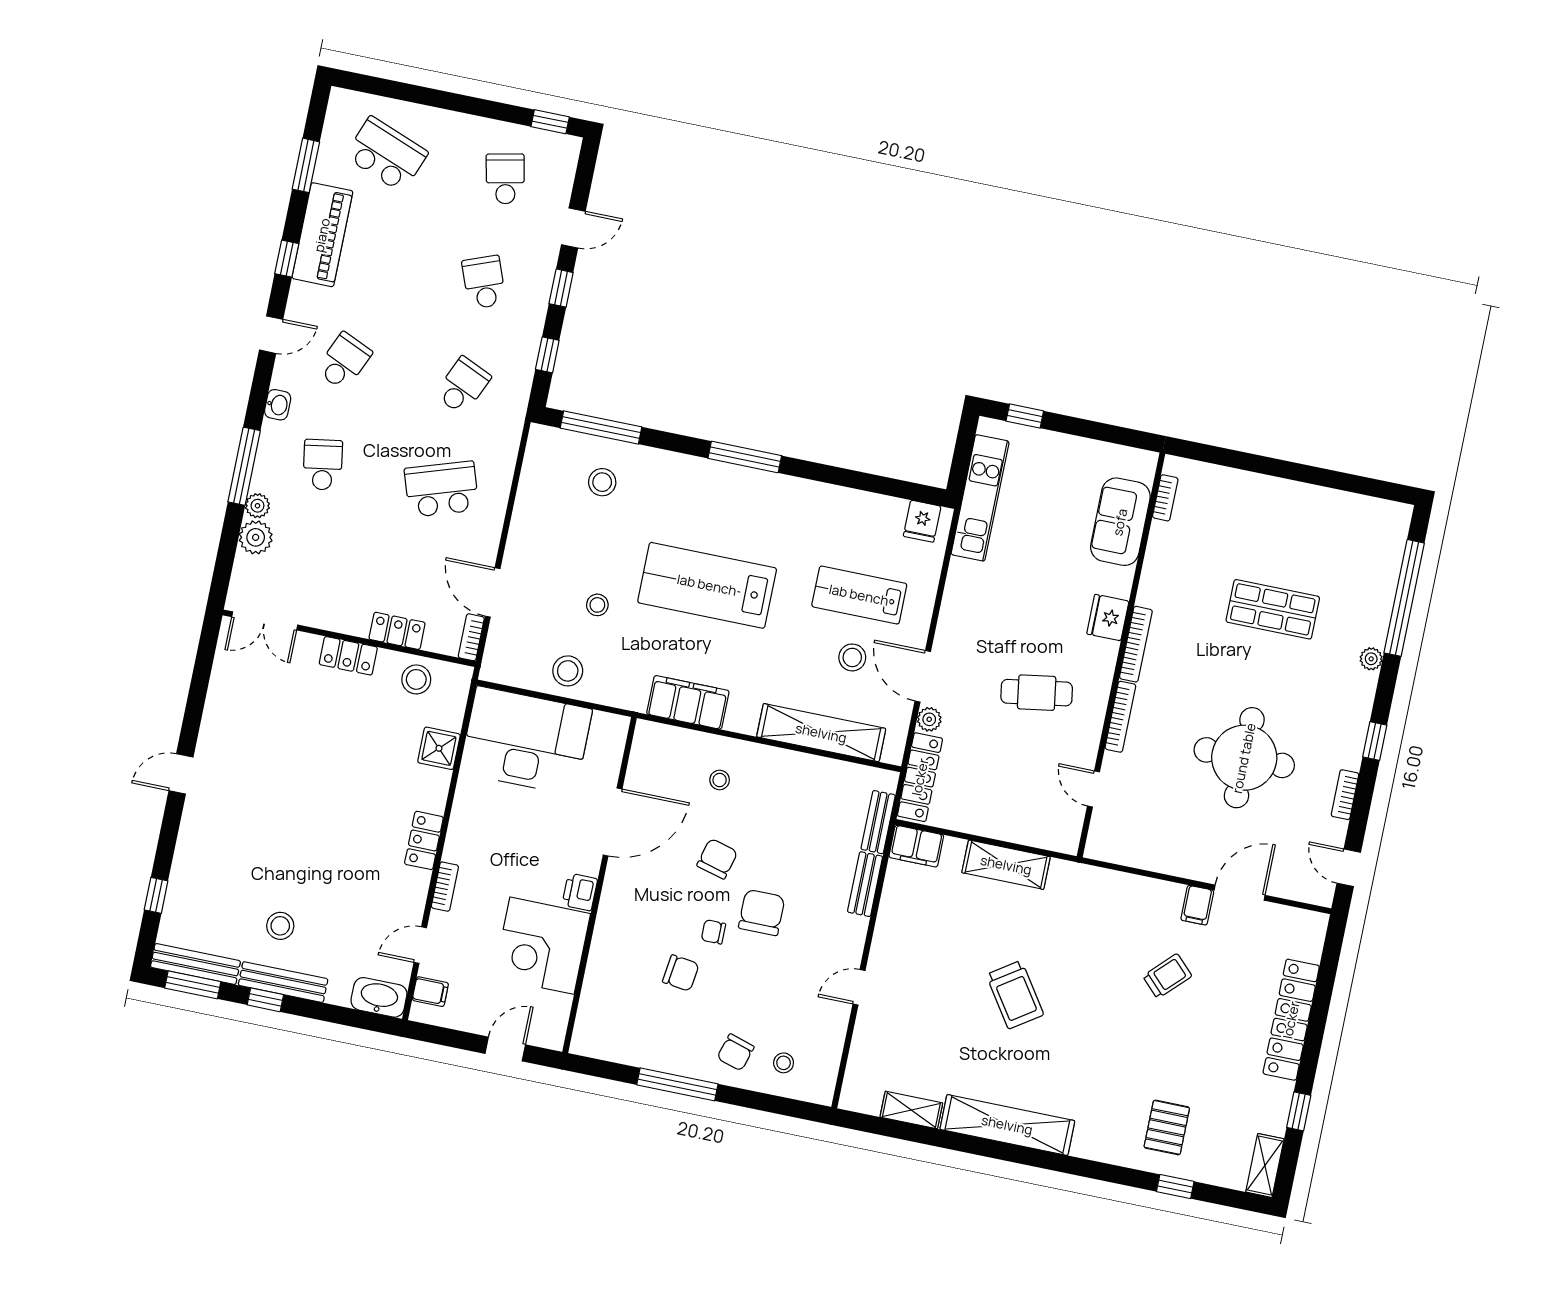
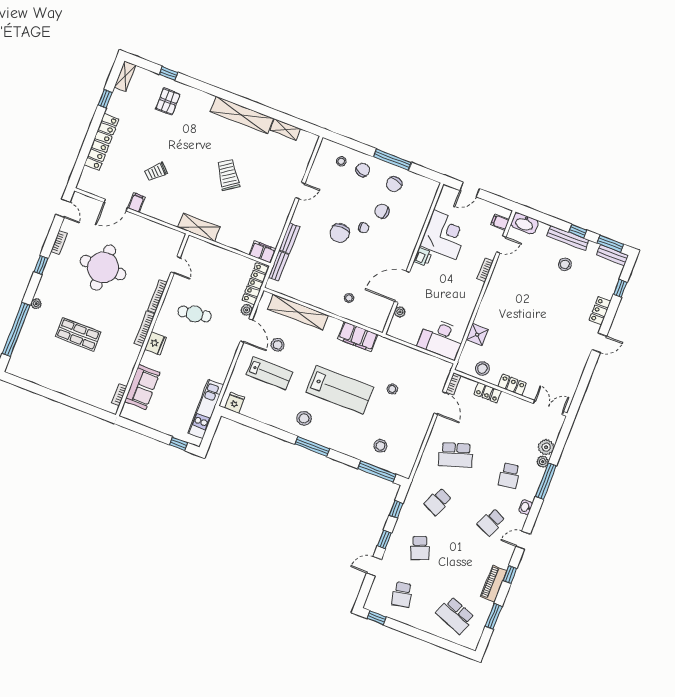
piano: (322, 235) -> (494, 584), width x0.73, depth x0.75
stool: (568, 671) -> (304, 418), moved
desk: (526, 741) -> (441, 339), width x0.73, depth x0.77
plant: (609, 769) -> (400, 312), added
locker: (424, 840) -> (600, 311), moved, turned 180
chair: (717, 859) -> (394, 184), moved
shelving: (1006, 865) -> (199, 227), moved
bench: (195, 964) -> (612, 255), width x0.73

